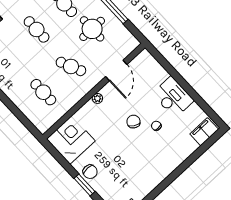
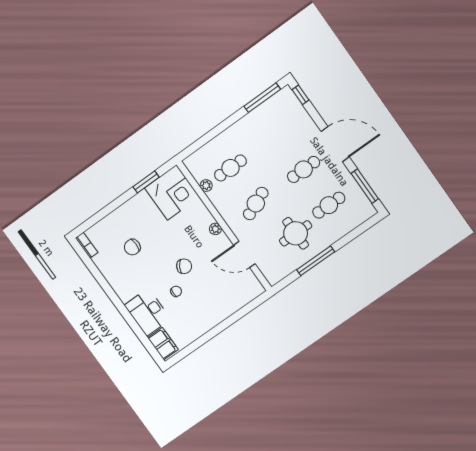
desk: (173, 97) -> (148, 312), moved, turned 90
plant: (61, 111) -> (206, 186), added
chair: (90, 172) -> (132, 247), moved
window: (84, 185) -> (146, 182), moved

